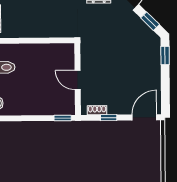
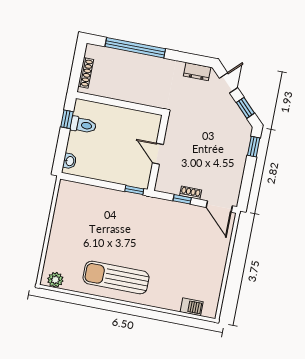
shoe rack: (97, 110) -> (191, 193), moved
door: (144, 117) -> (219, 207), swing flipped

